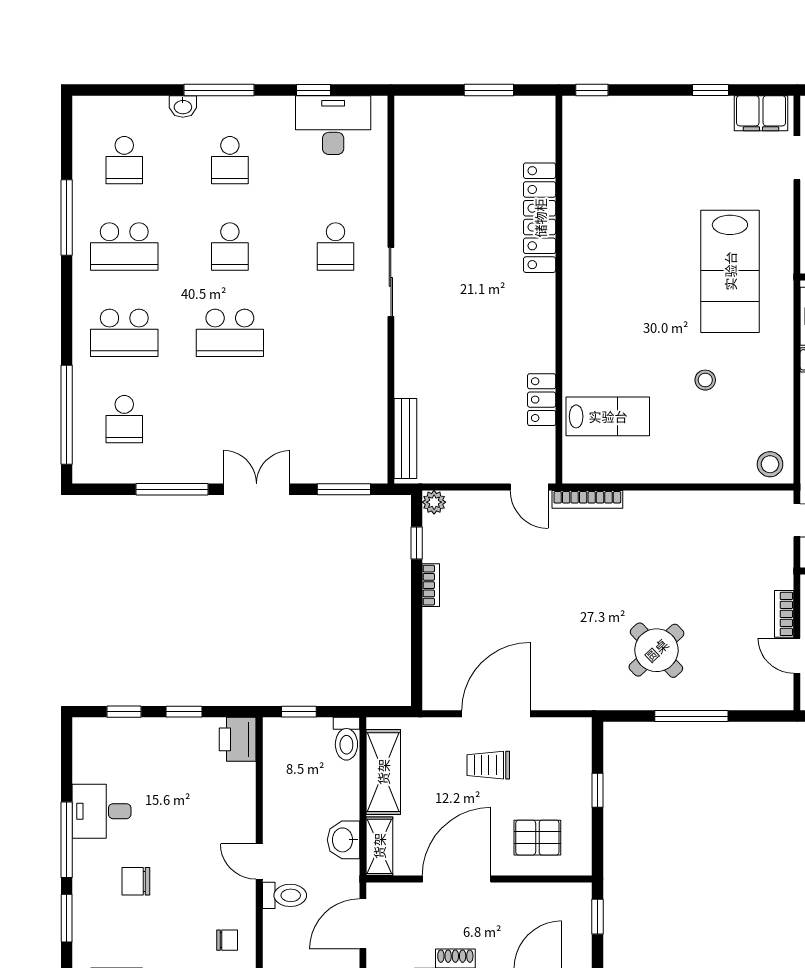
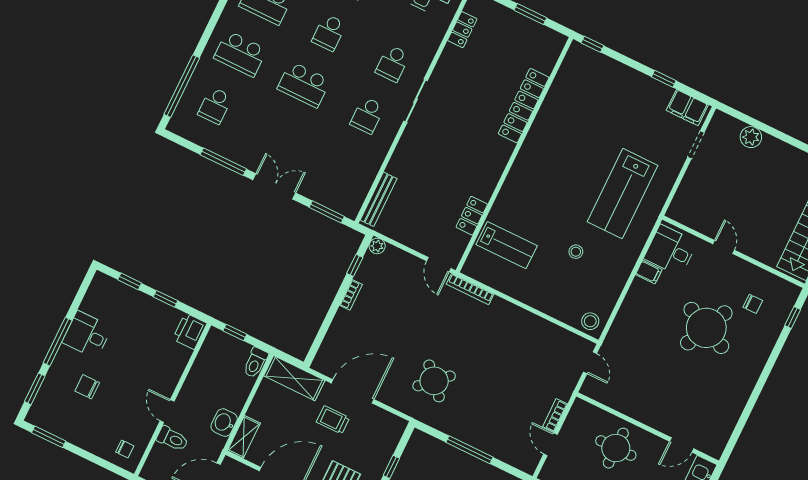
locker: (407, 155) -> (462, 30), added
school desk: (335, 333) -> (367, 115), added
round table: (656, 650) -> (434, 381), moved
shelving: (383, 772) -> (294, 378), moved, turned 90

